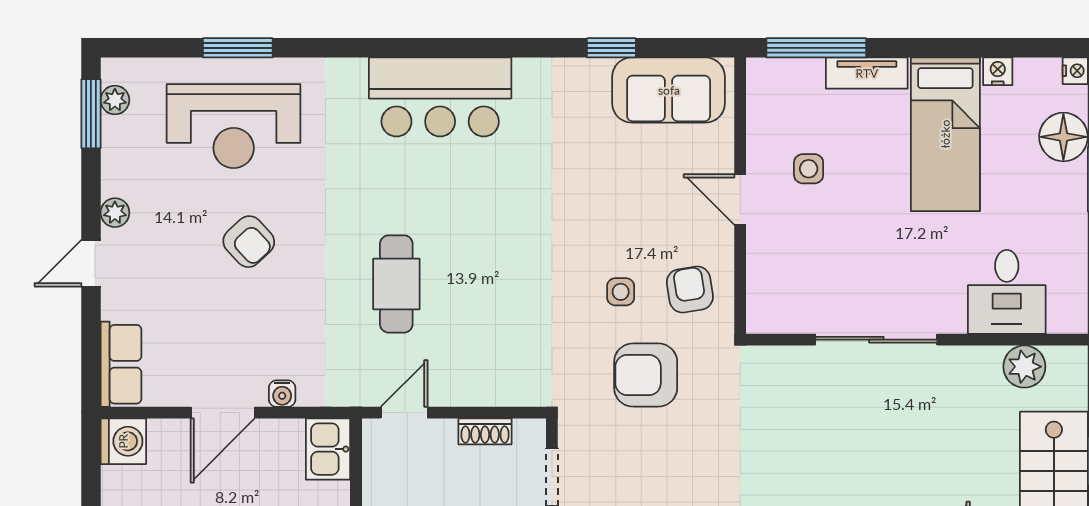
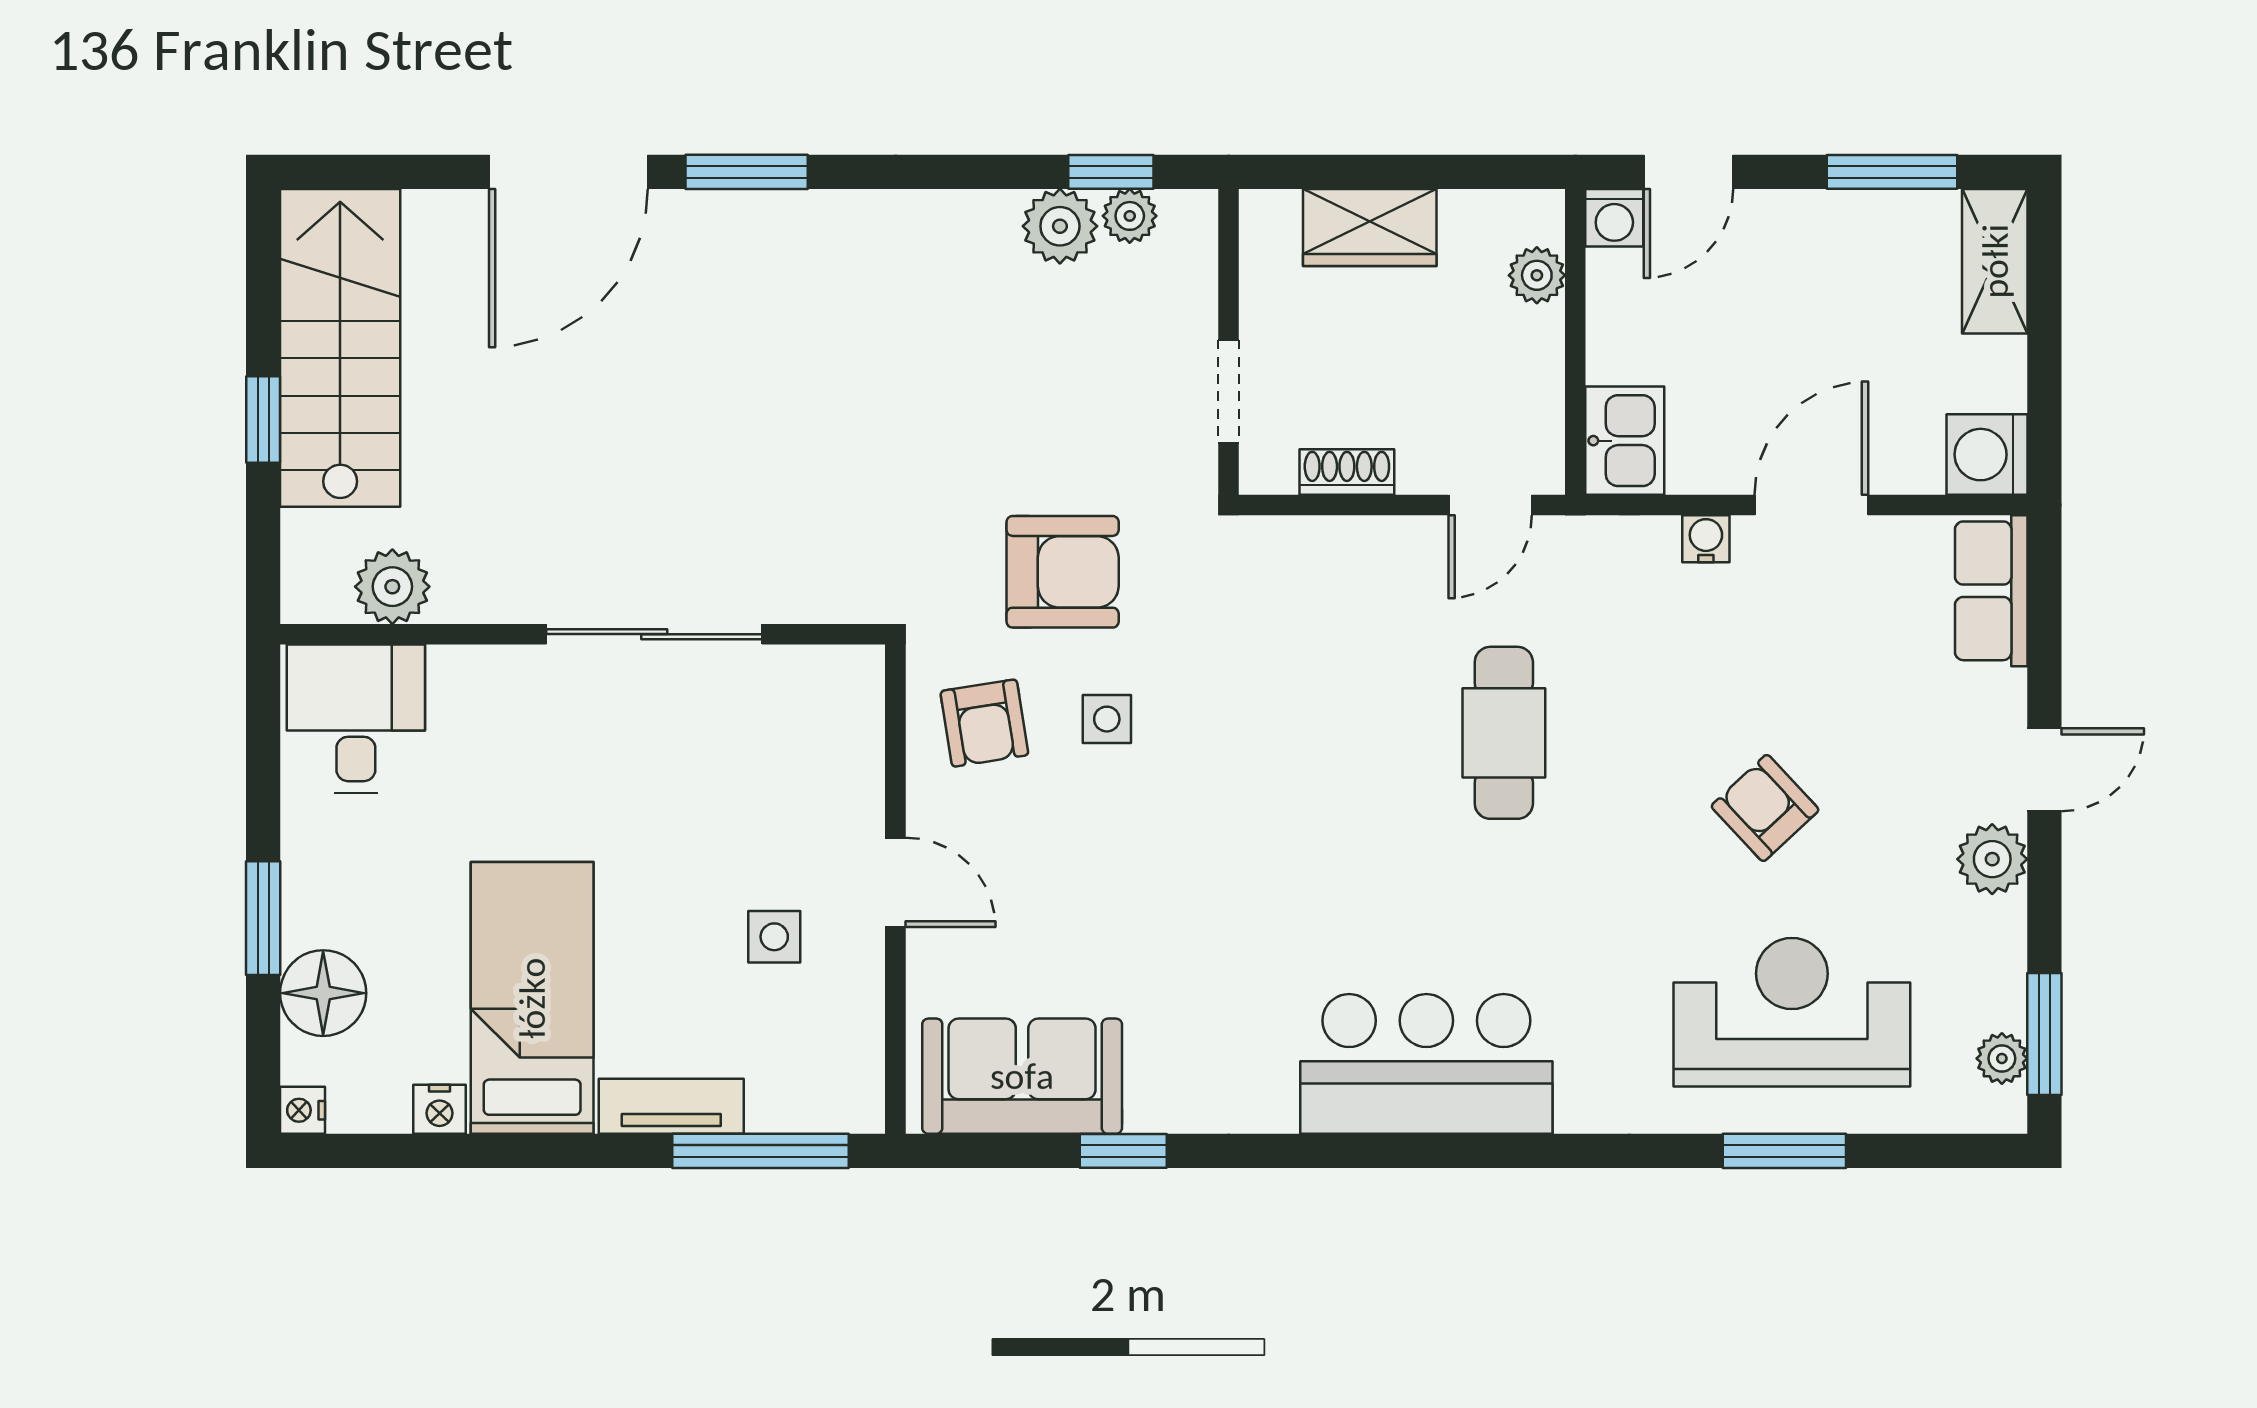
plant: (115, 213) -> (1992, 859), width x1.38, depth x1.38
desk: (1007, 292) -> (356, 719), moved

